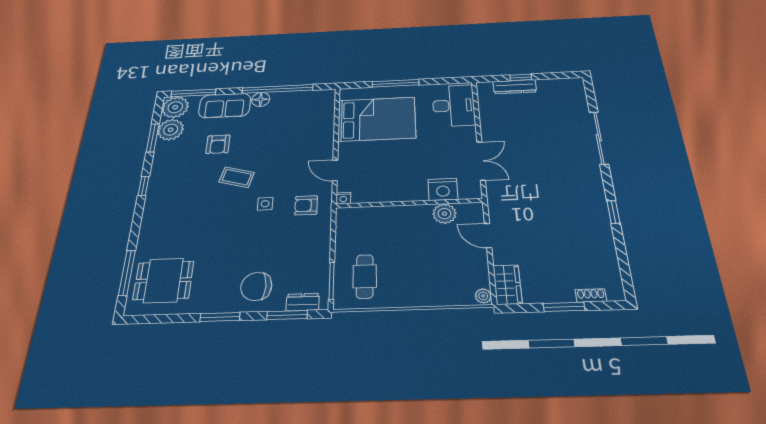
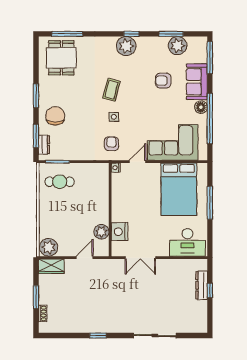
plant: (175, 107) -> (126, 46), moved
corner sofa: (308, 129) -> (173, 142), added
coffee table: (237, 177) -> (111, 90), moved
plant: (483, 296) -> (49, 247), width x1.88, depth x1.88

